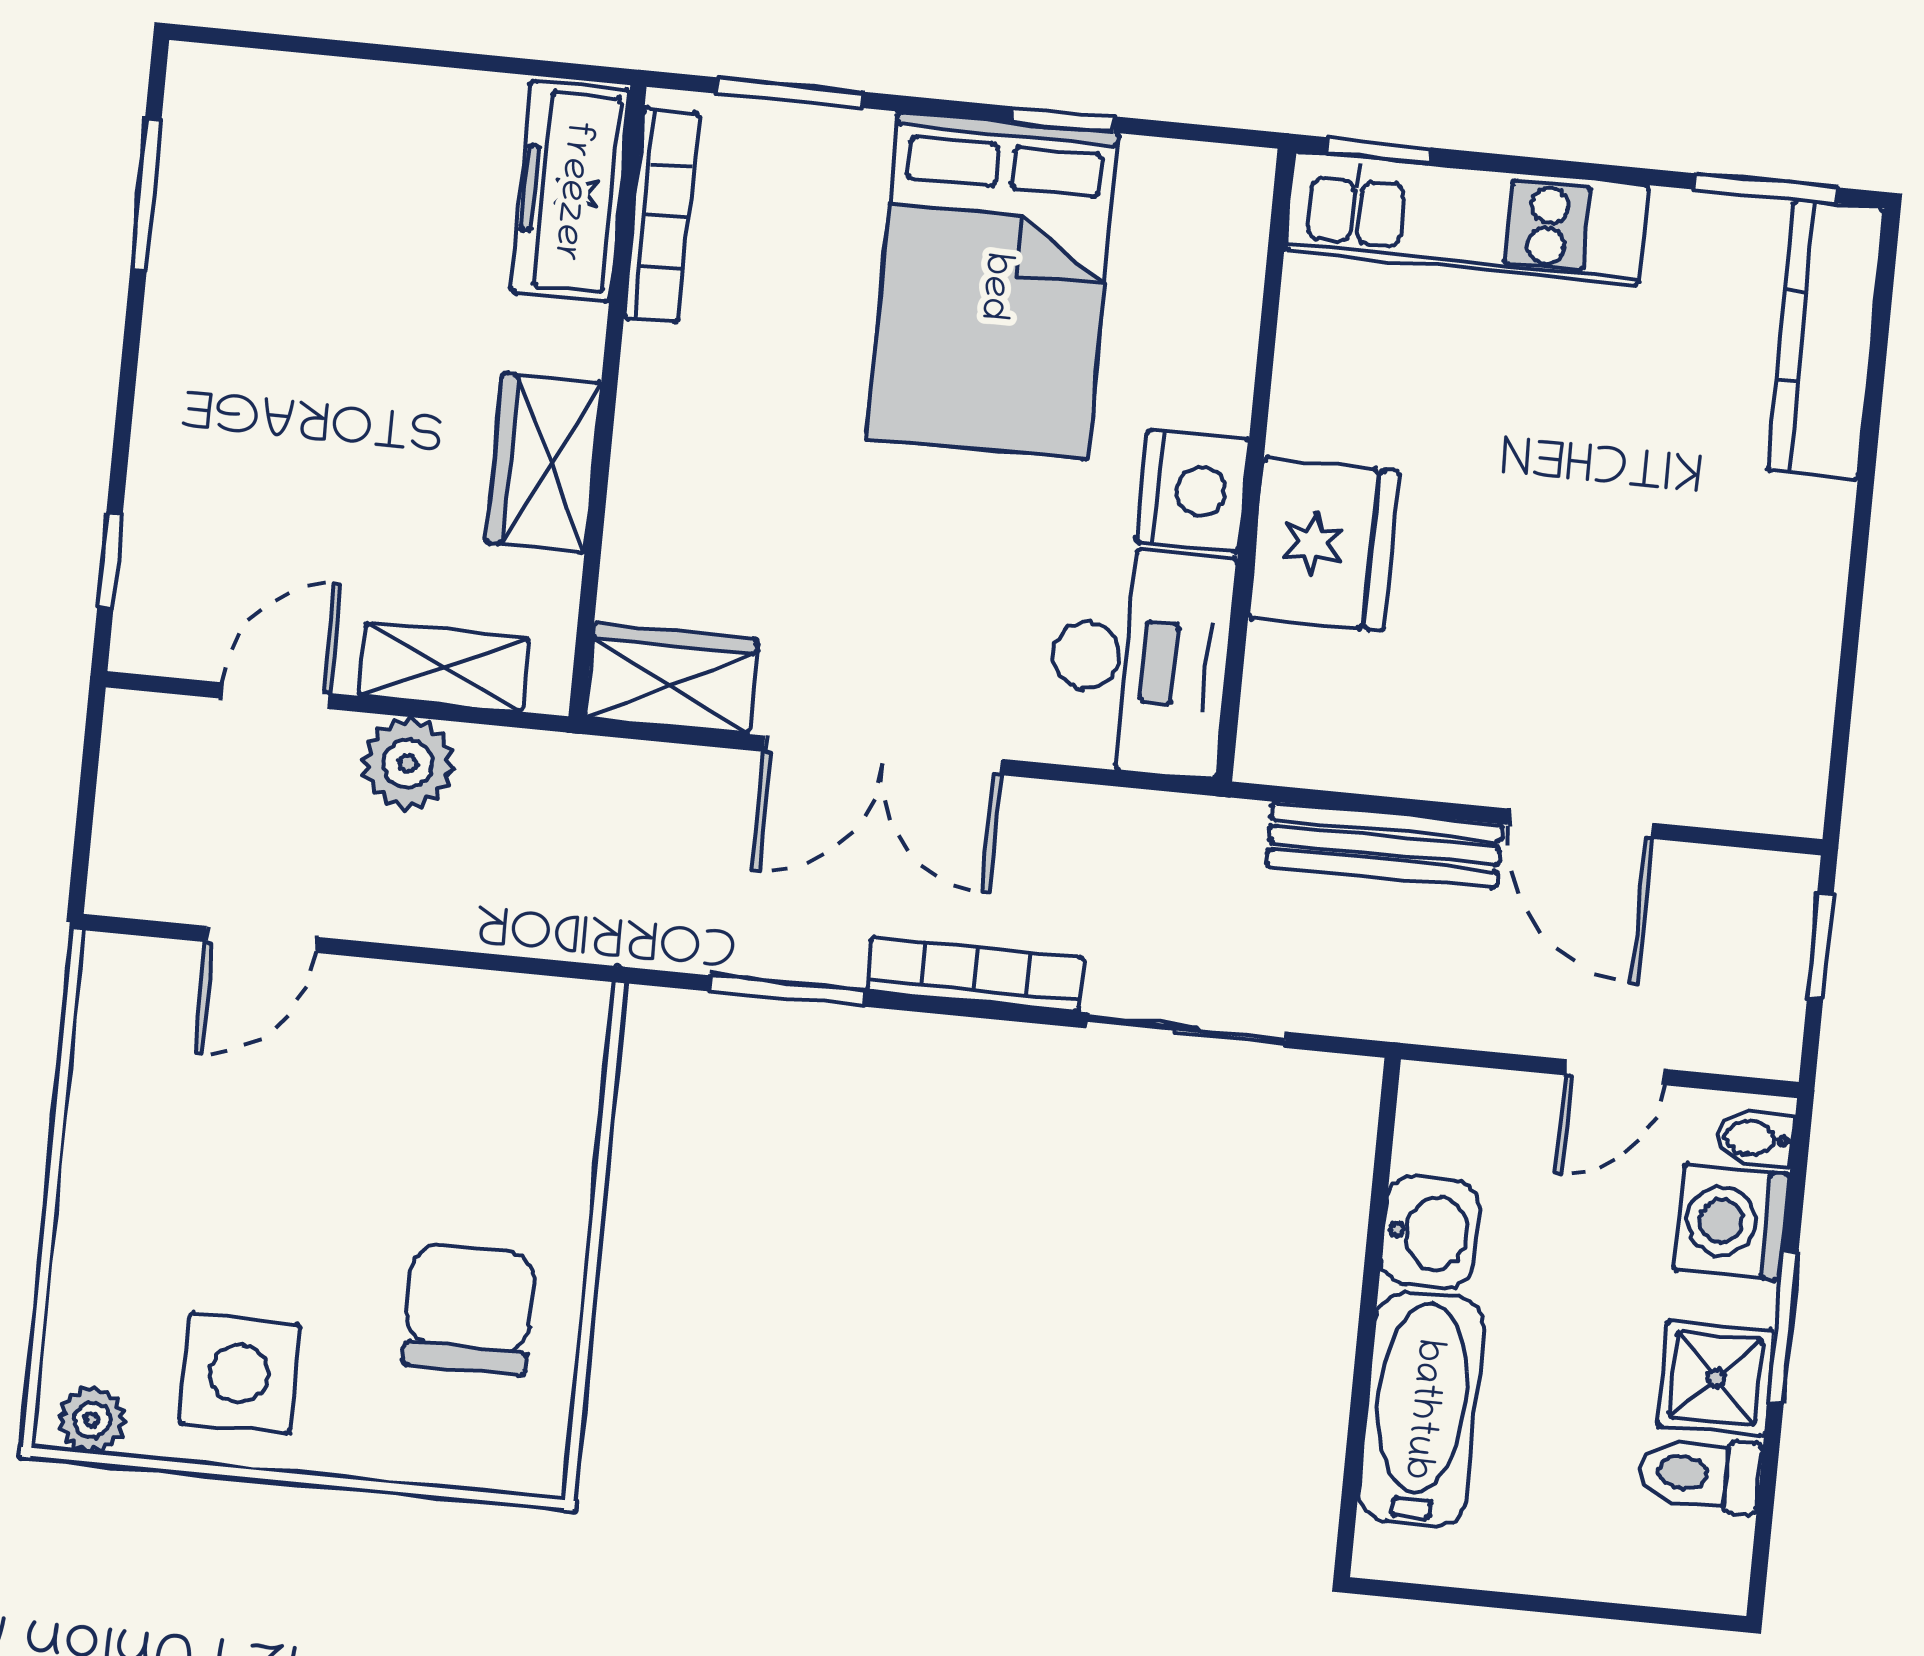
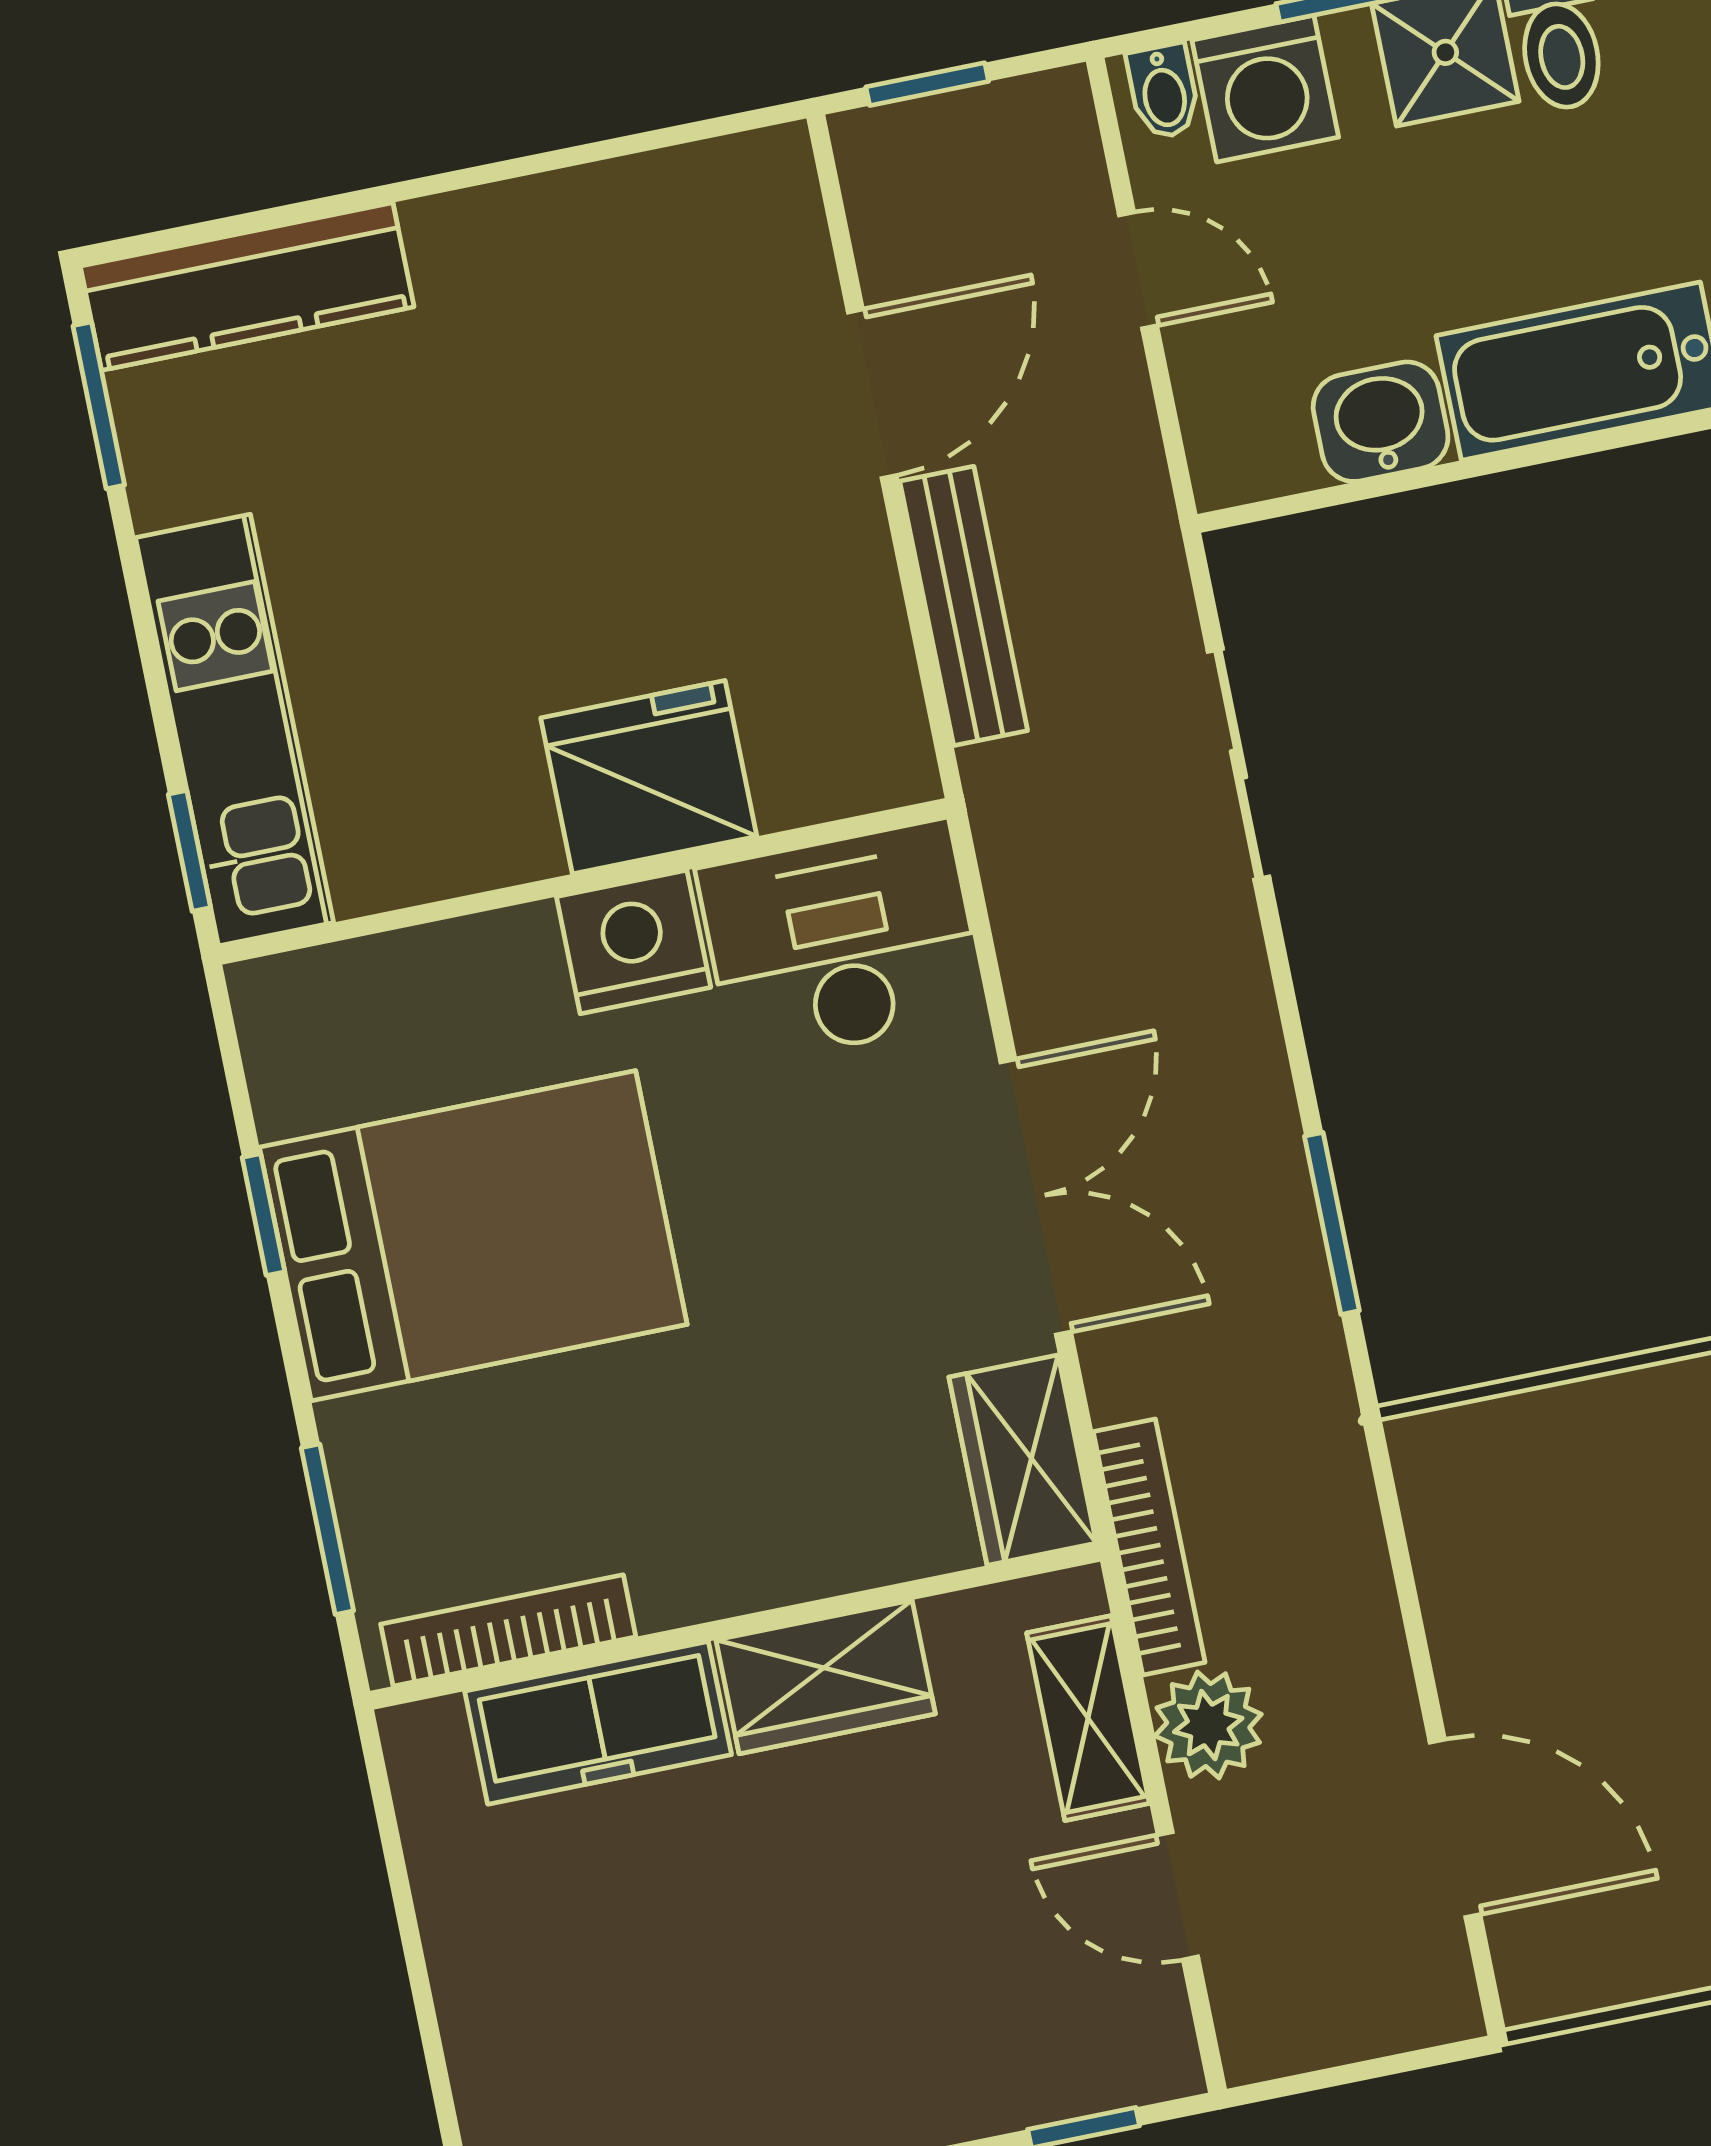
freezer: (570, 191) -> (598, 1723), moved
door: (261, 939) -> (1455, 1828), width x1.38
bookcase: (975, 974) -> (1149, 1547), moved, turned 180

